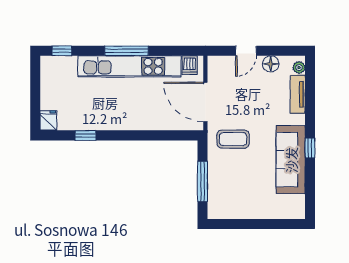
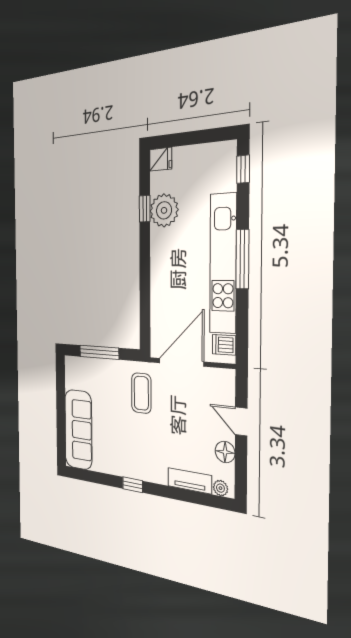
plant: (88, 118) -> (164, 210), added
sofa: (291, 160) -> (78, 430), moved, turned 90

